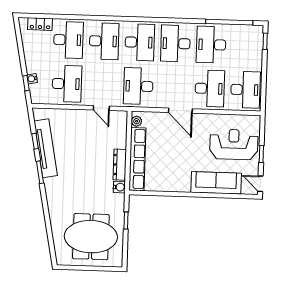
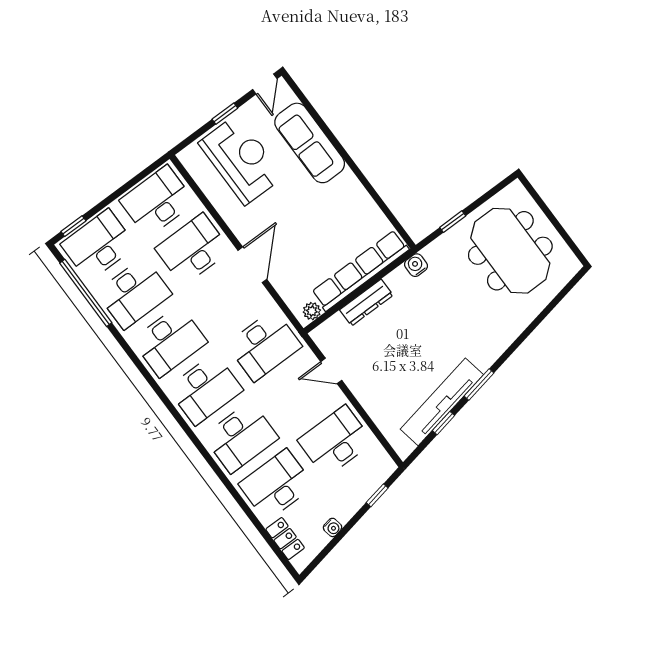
desk: (104, 41) -> (241, 437), turned 180
desk: (140, 42) -> (205, 389), turned 180
desk: (247, 46) -> (98, 245), added
water cooler: (32, 79) -> (333, 527), moved
door: (101, 108) -> (331, 371), swing flipped
reception desk: (234, 144) -> (241, 160), turned 180
dresser: (120, 165) -> (366, 302), moved

